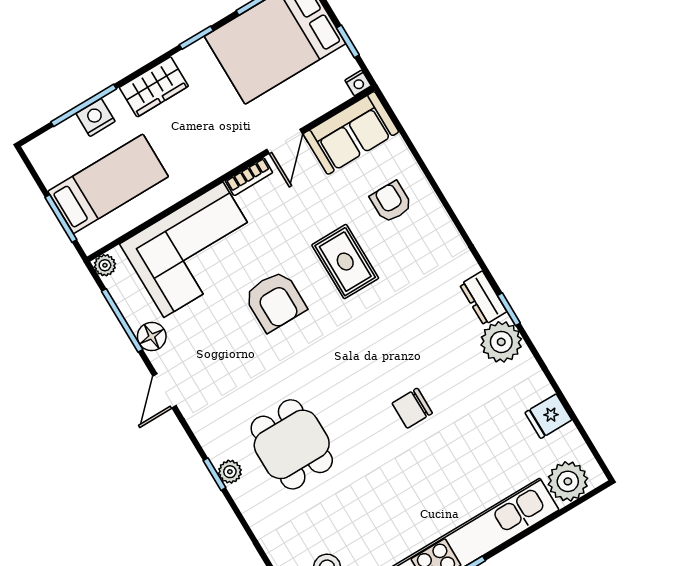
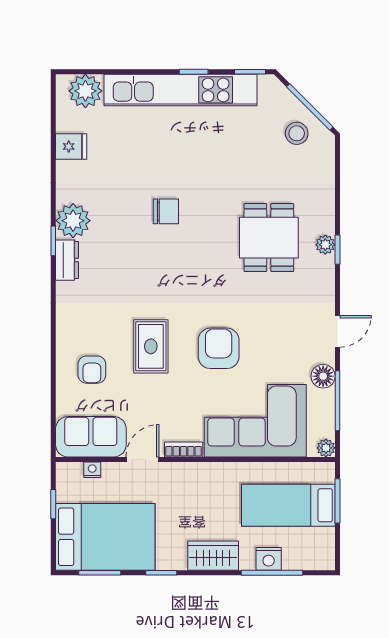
nightstand: (358, 83) -> (92, 470), moved

